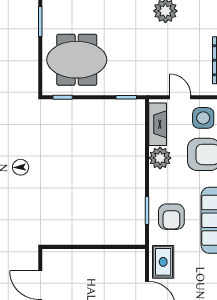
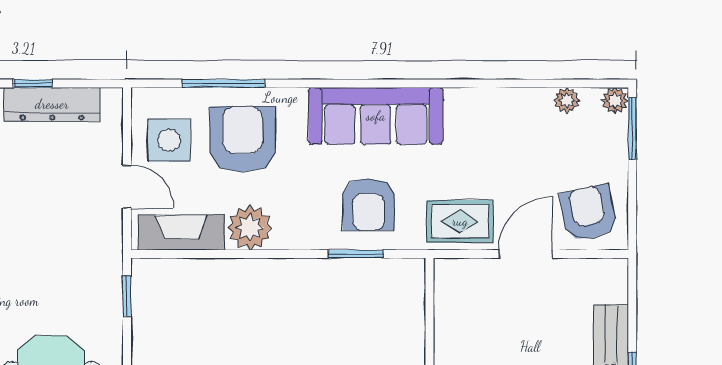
door: (180, 97) -> (127, 187), swing flipped
armchair: (171, 217) -> (368, 205), turned 90

